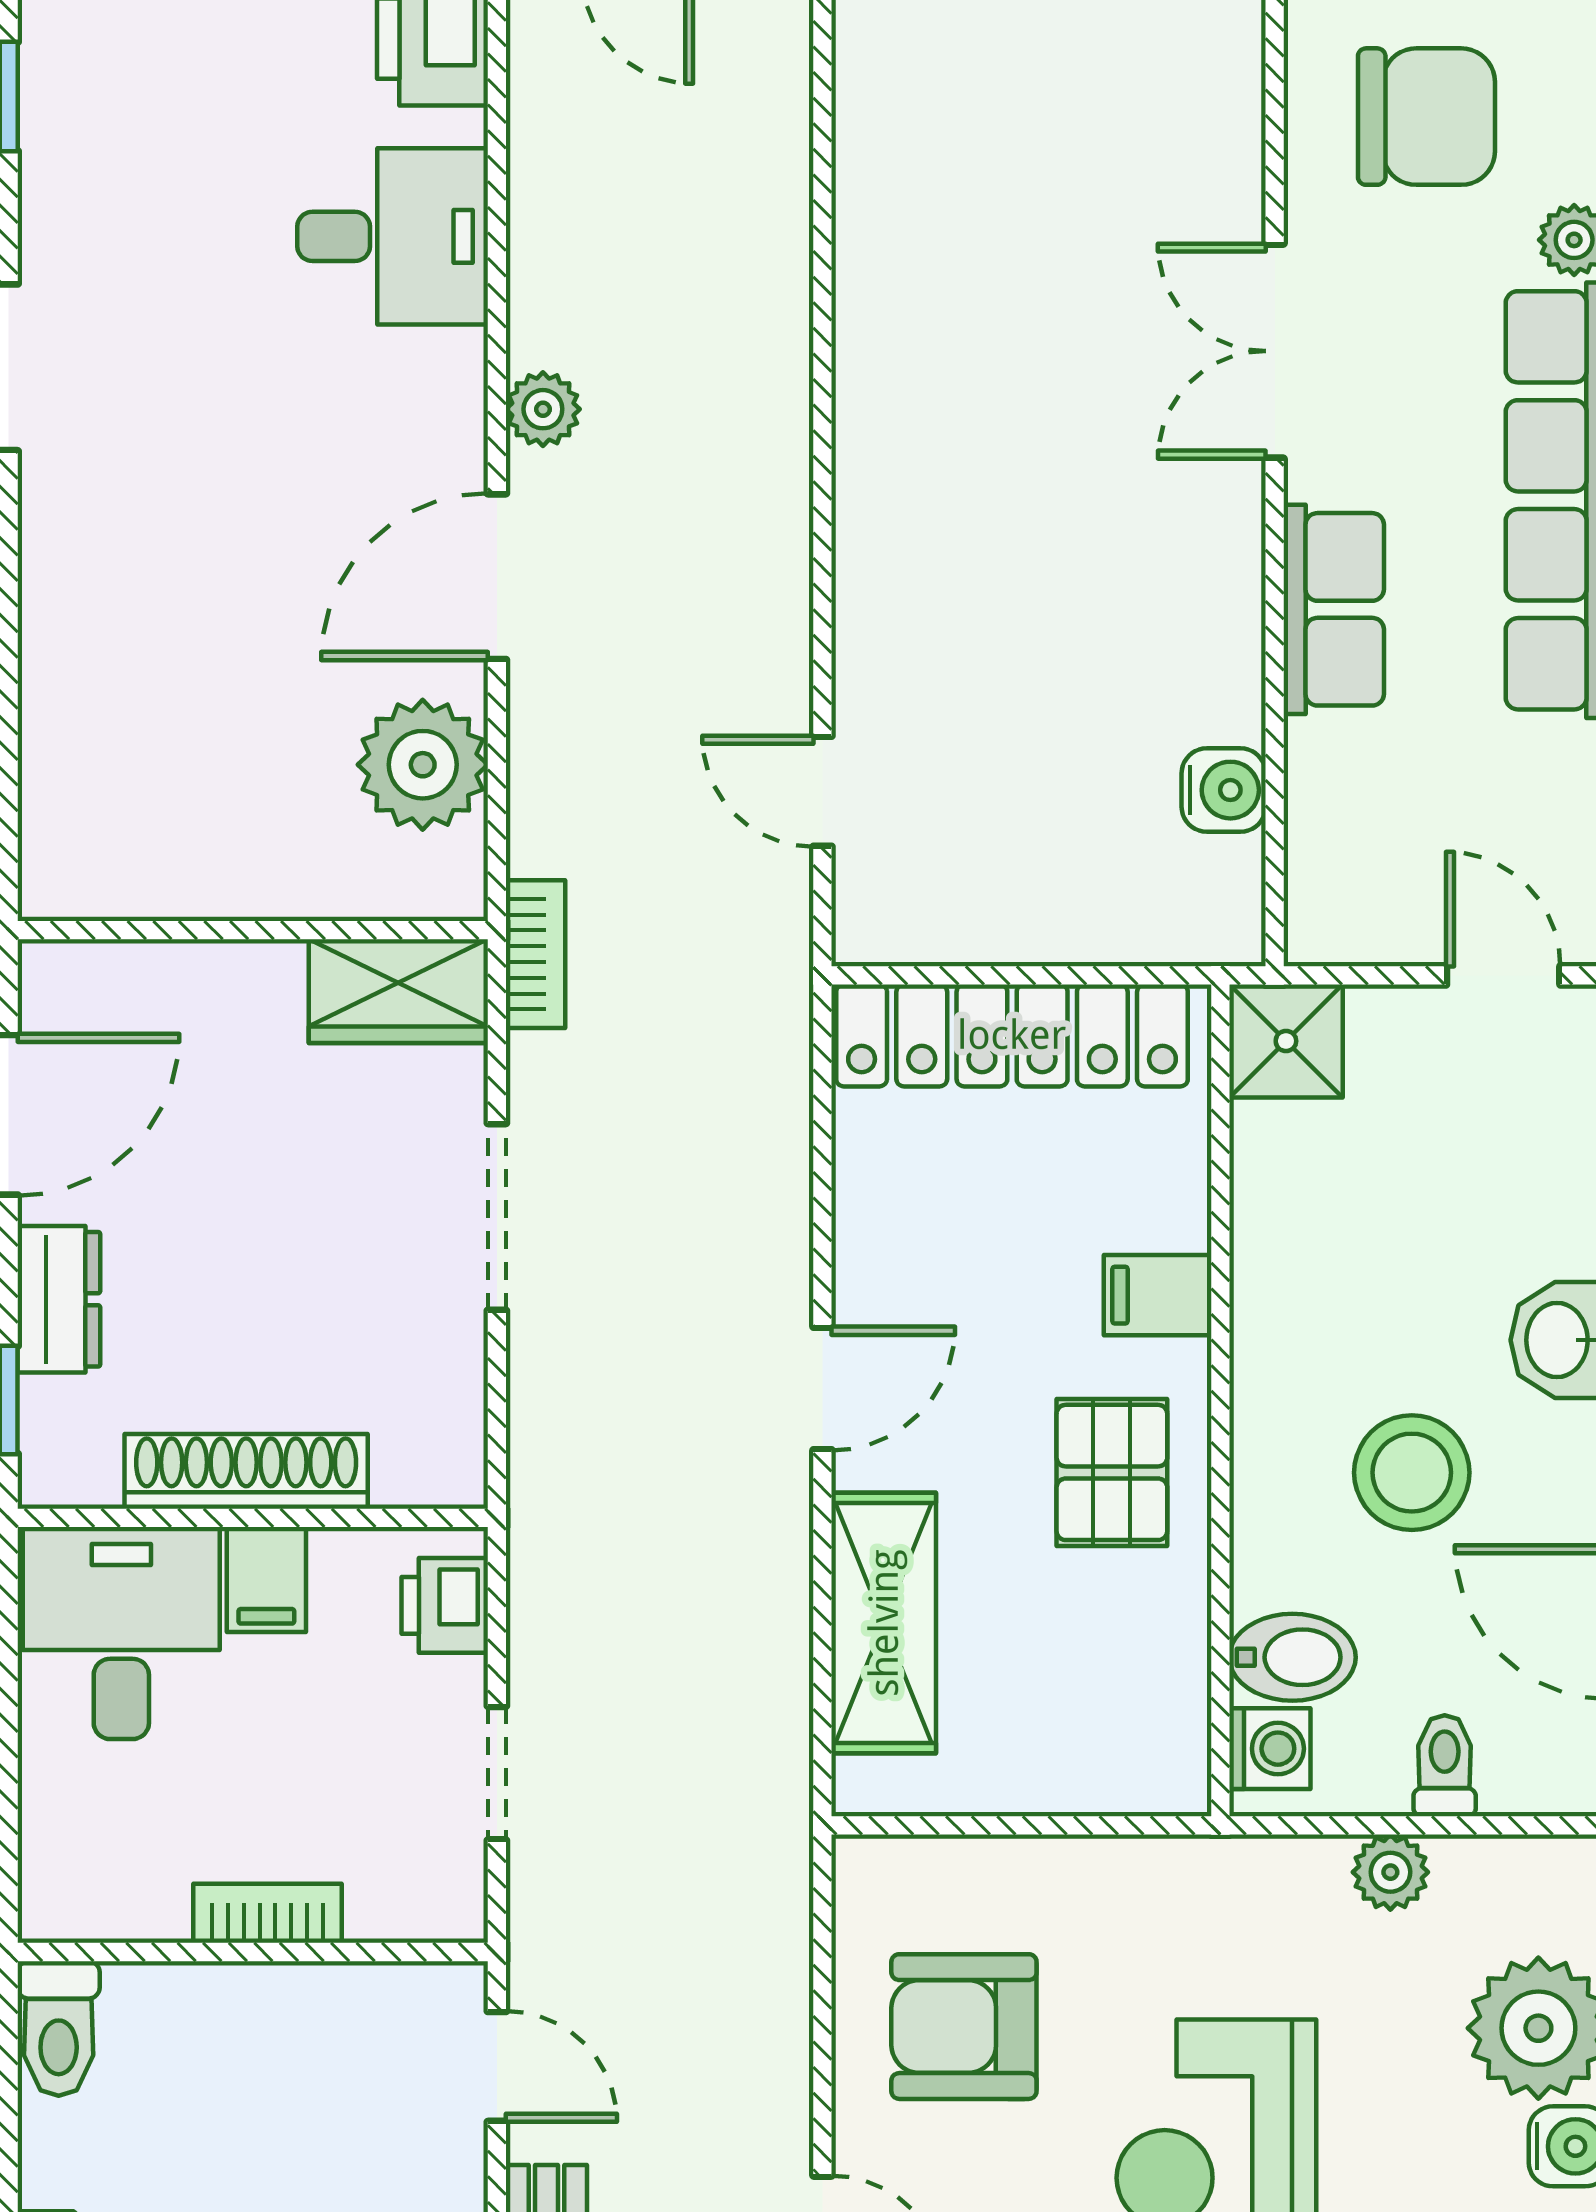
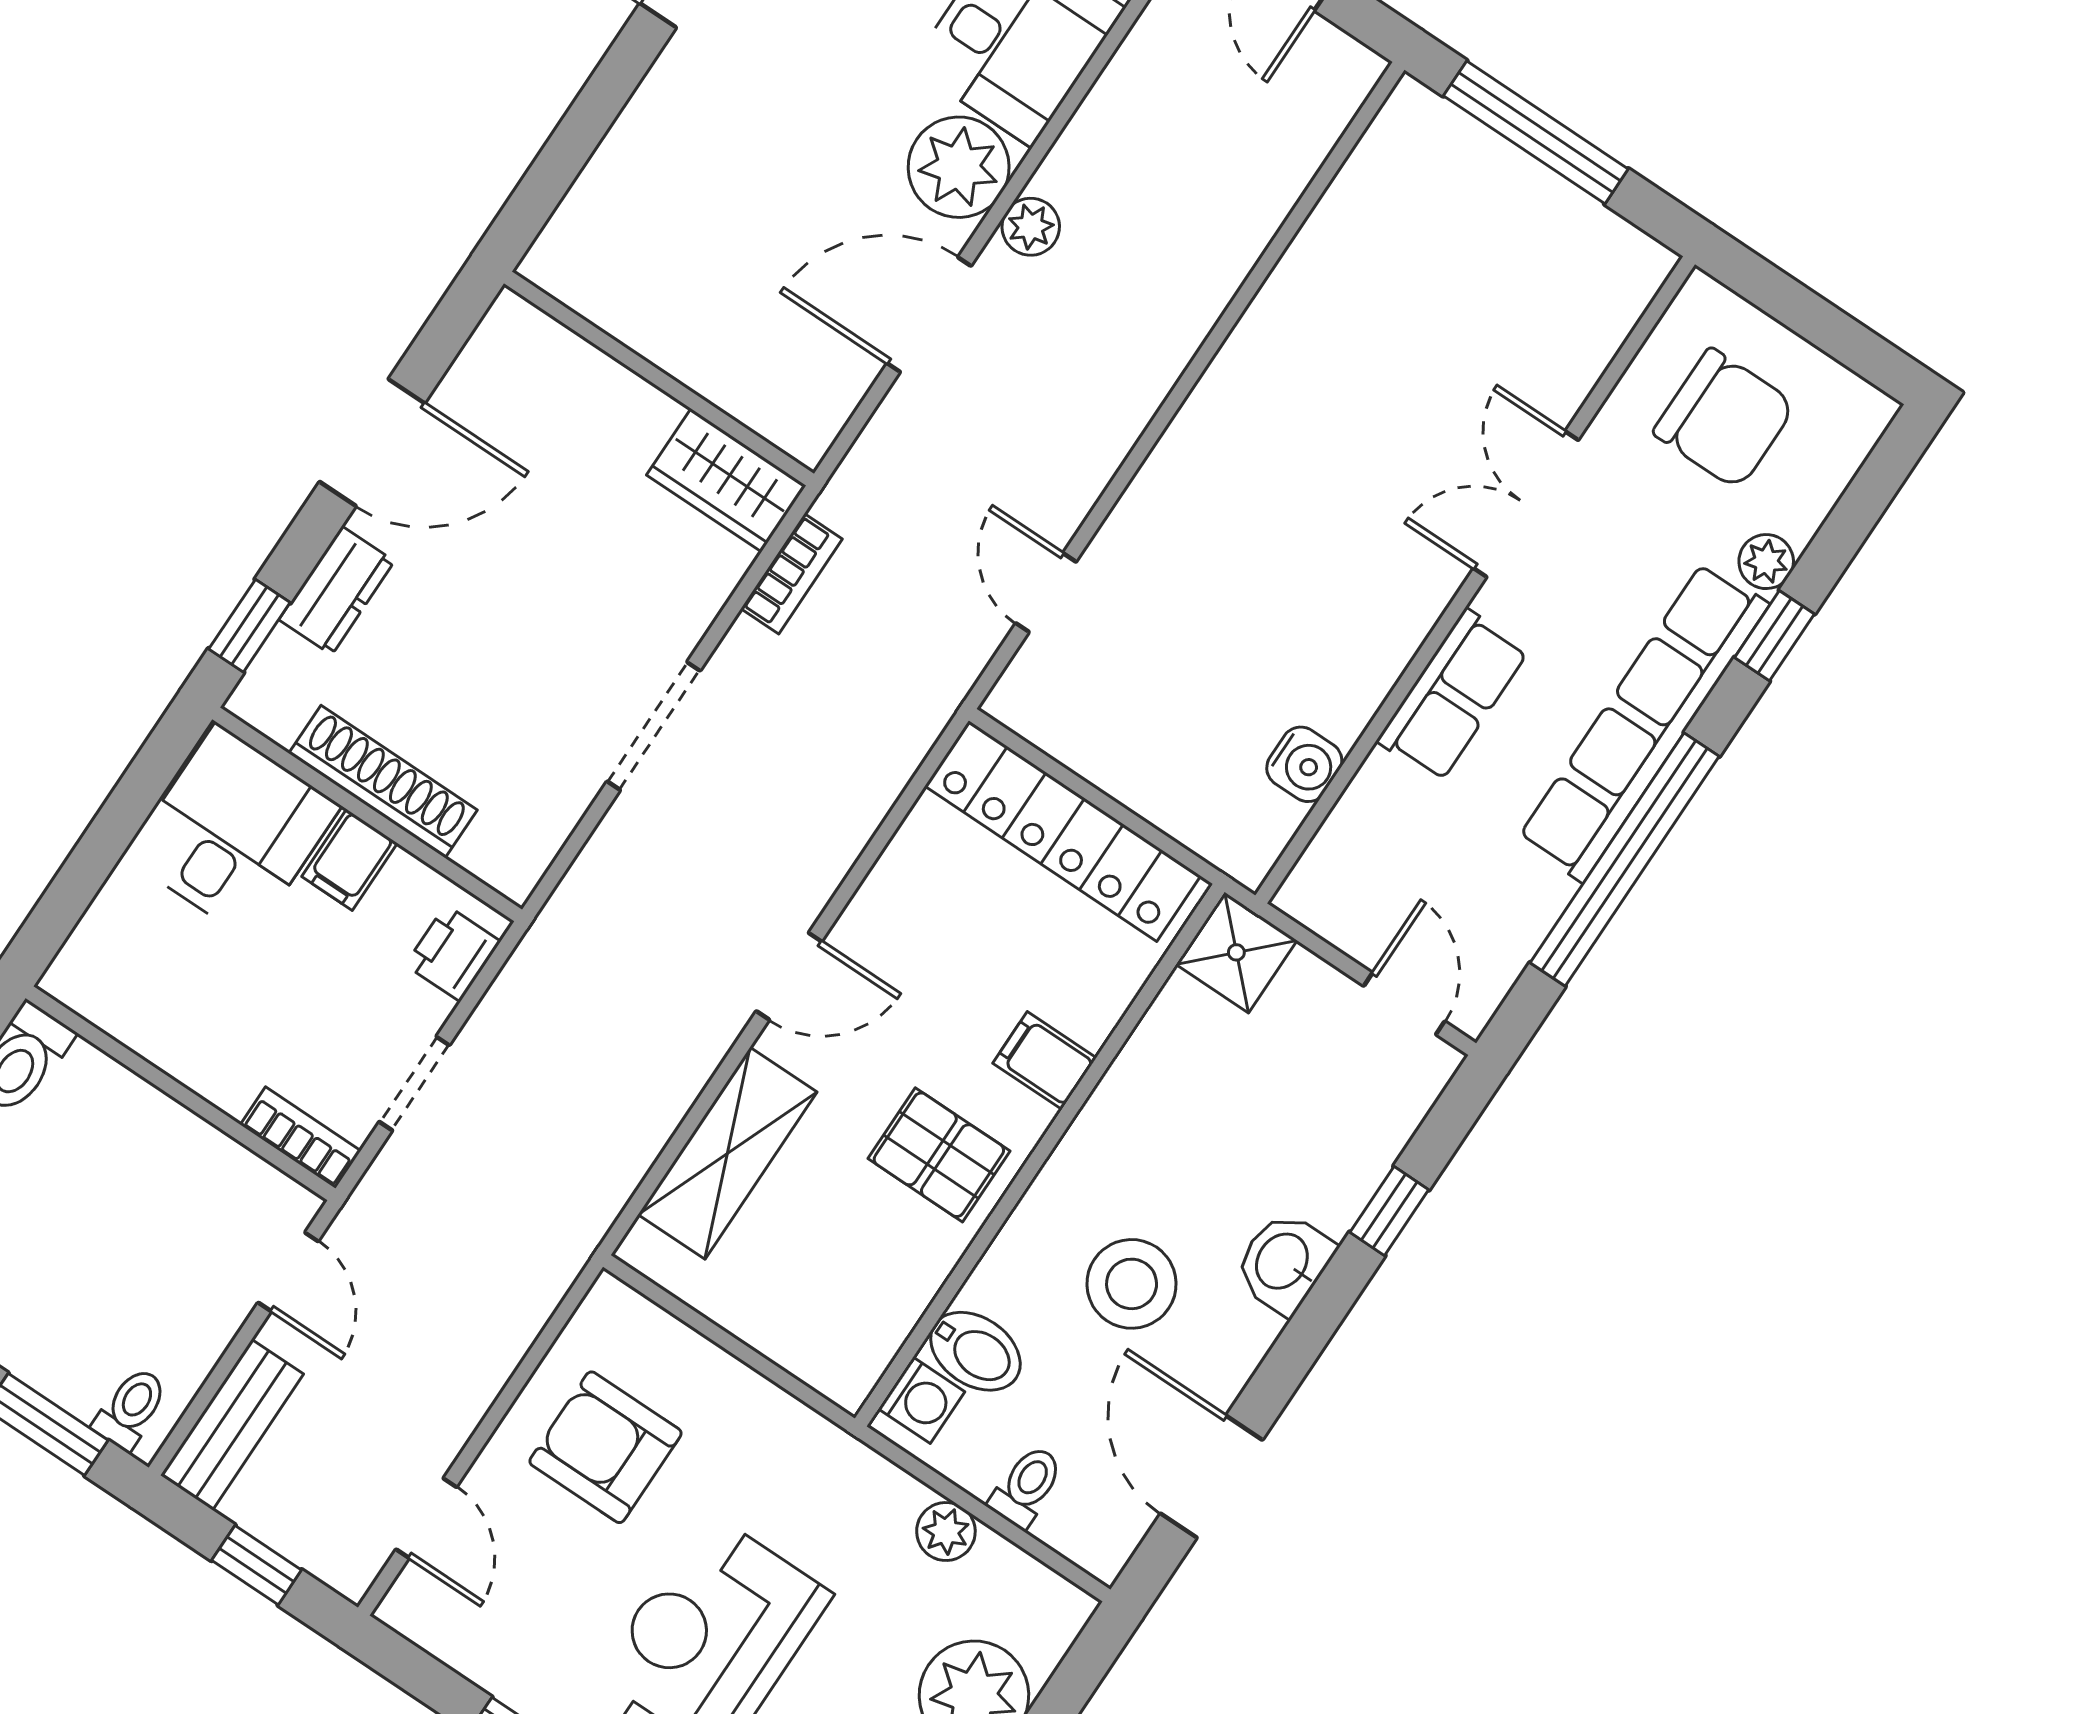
plant: (423, 765) -> (959, 167), moved
wall: (253, 930) -> (659, 379), moved
wardrobe: (398, 991) -> (726, 480), moved
pallet: (1112, 1472) -> (939, 1155), turned 90
bookcase: (268, 1913) -> (301, 1138), moved

